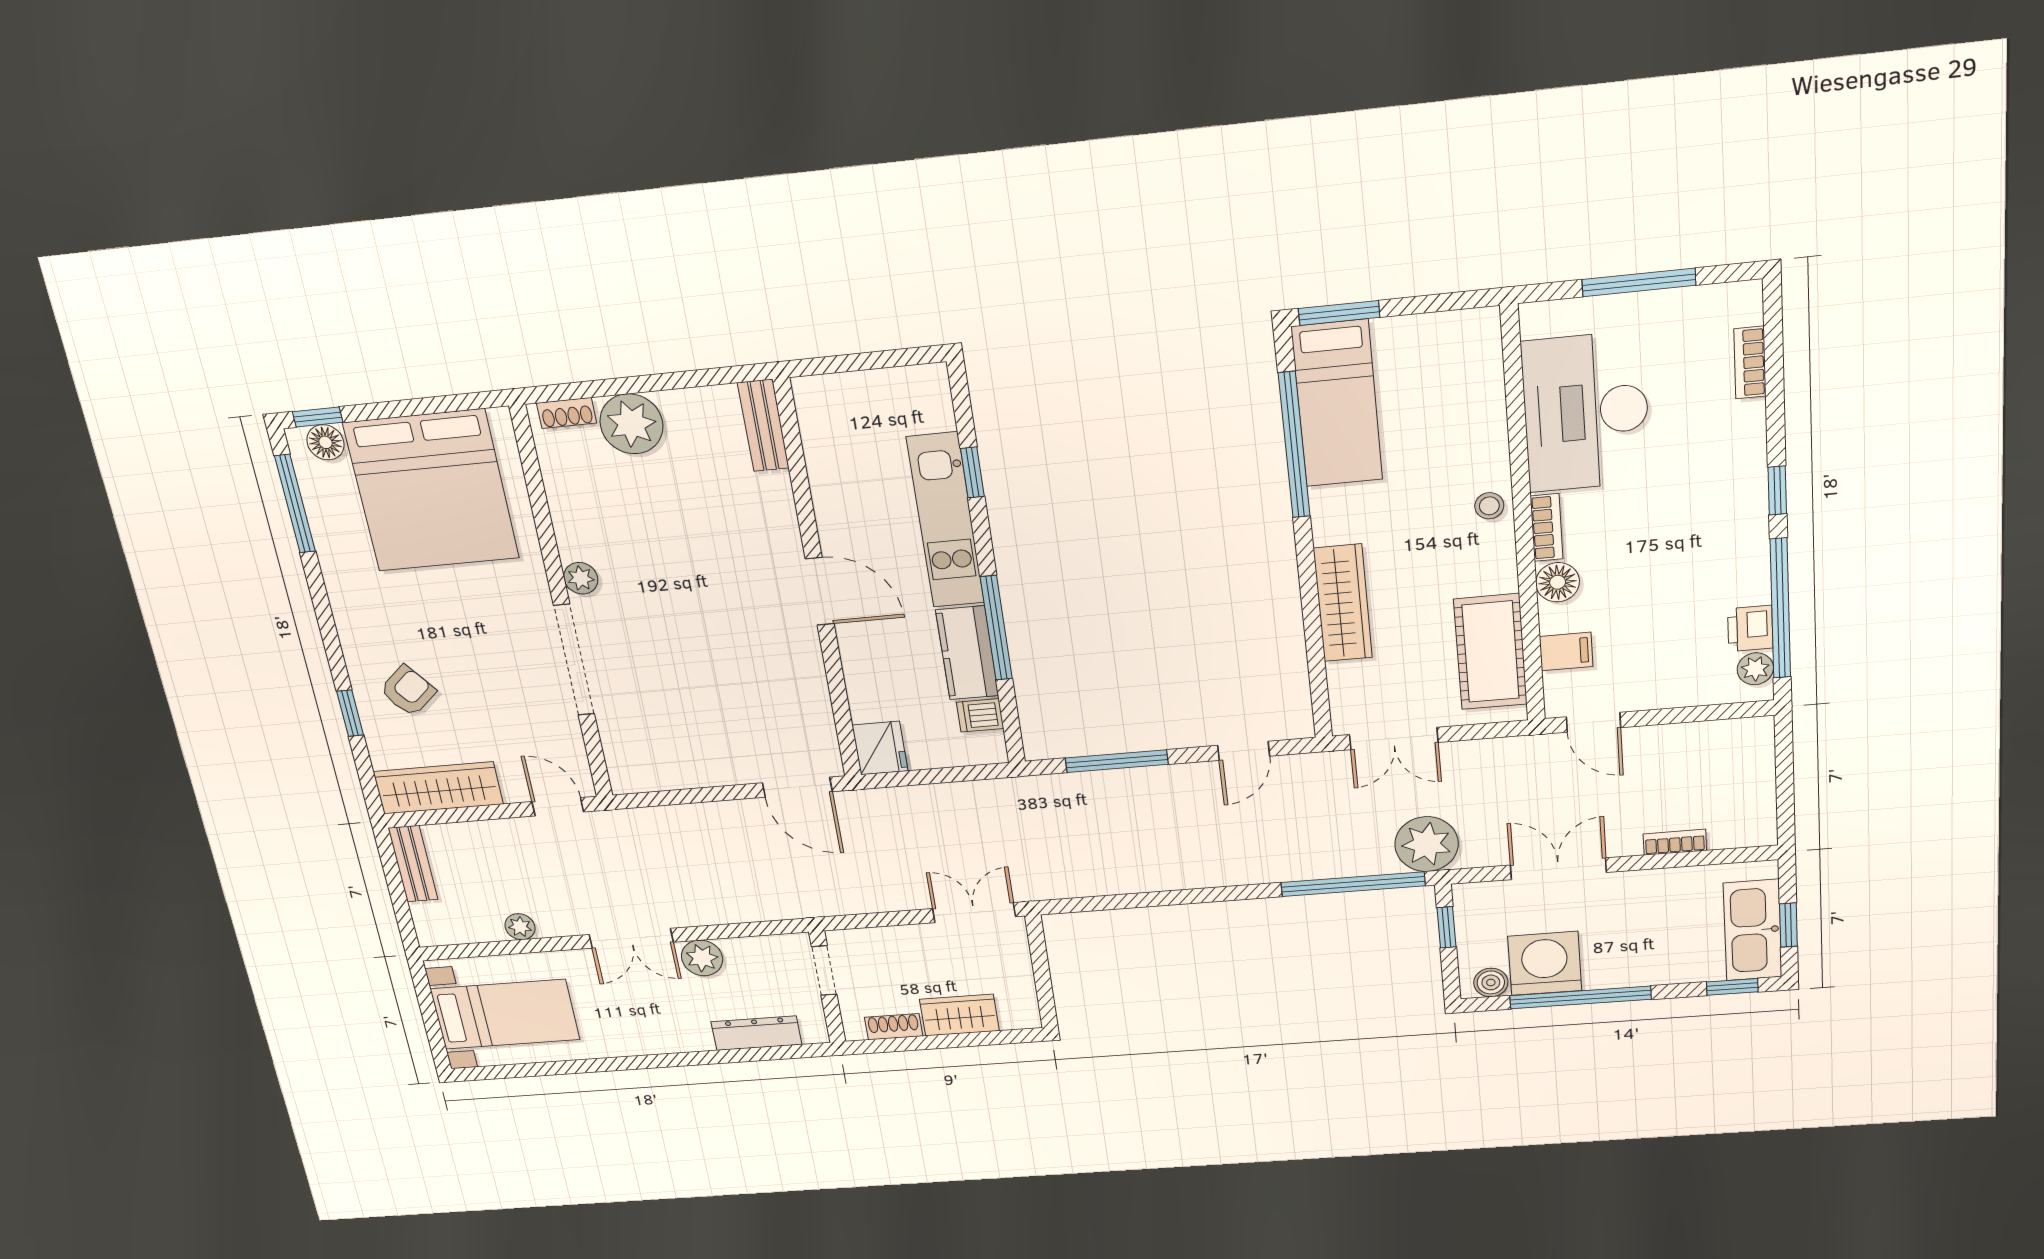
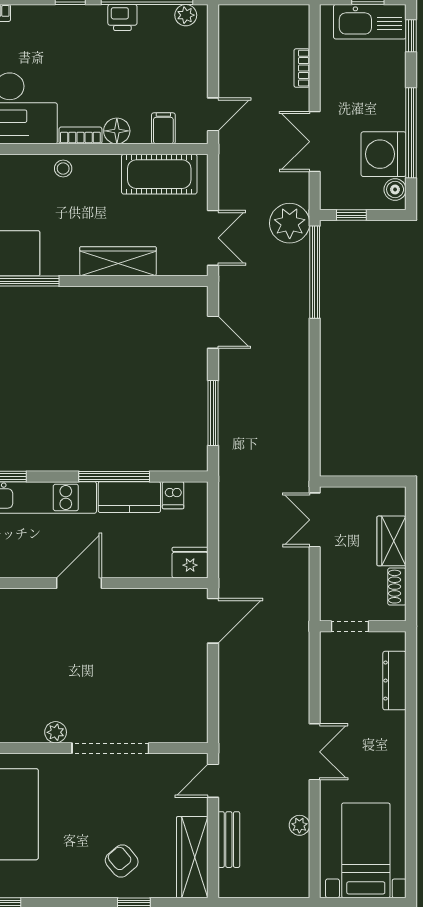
printer: (1750, 629) -> (122, 17), moved
bench: (413, 864) -> (229, 840), moved, turned 90
plant: (702, 958) -> (333, 707), removed

